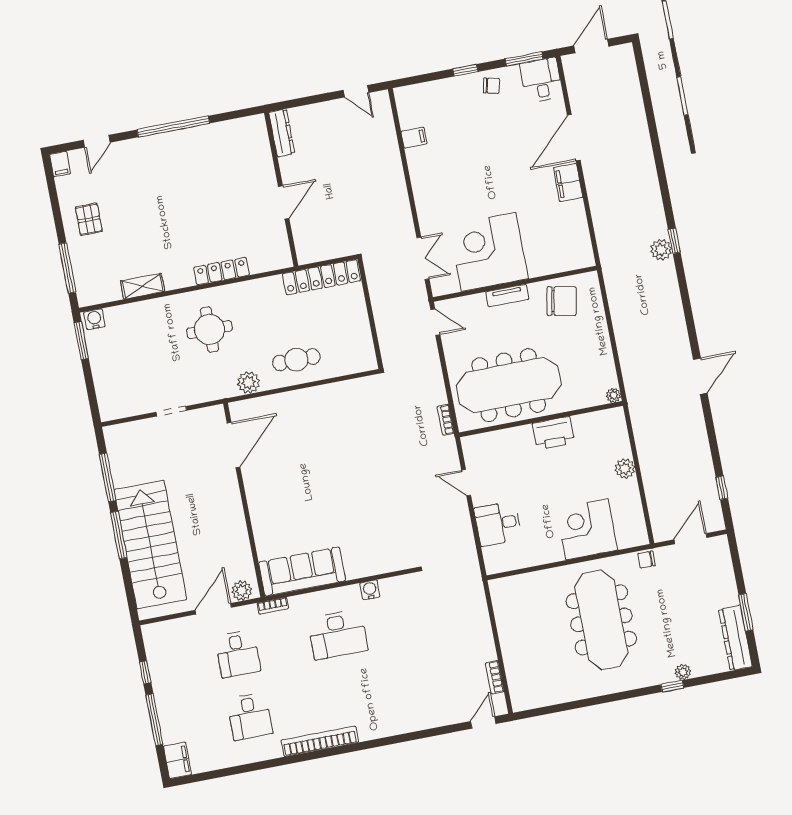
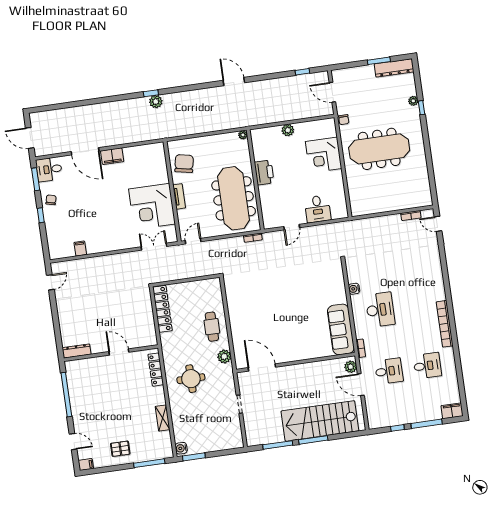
dresser: (282, 133) -> (77, 351), moved
wall: (281, 189) -> (111, 353), moved
door: (284, 202) -> (119, 352), moved

